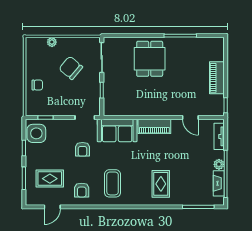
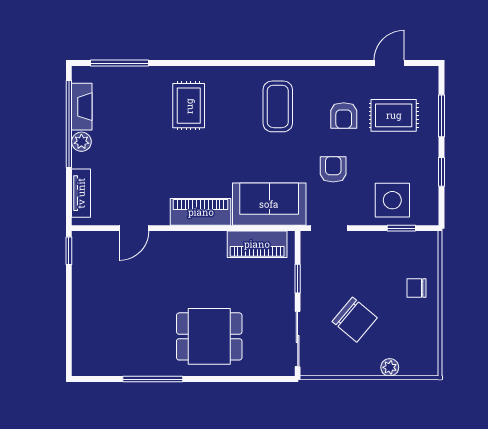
dining table: (150, 59) -> (209, 336), turned 90
piano: (217, 78) -> (257, 244), moved, turned 90
door: (190, 117) -> (134, 228), swing flipped
side table: (36, 133) -> (392, 200), moved
armchair: (82, 190) -> (344, 115), moved, turned 180

